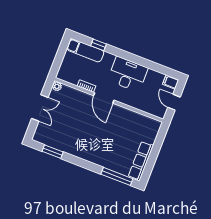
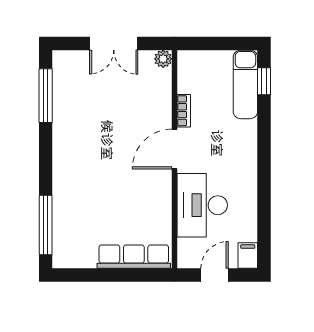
window: (99, 45) -> (264, 81), moved
desk: (128, 74) -> (202, 205), moved, turned 180
window: (53, 152) -> (46, 96), width x1.44
row of seats: (141, 161) -> (134, 257), moved

